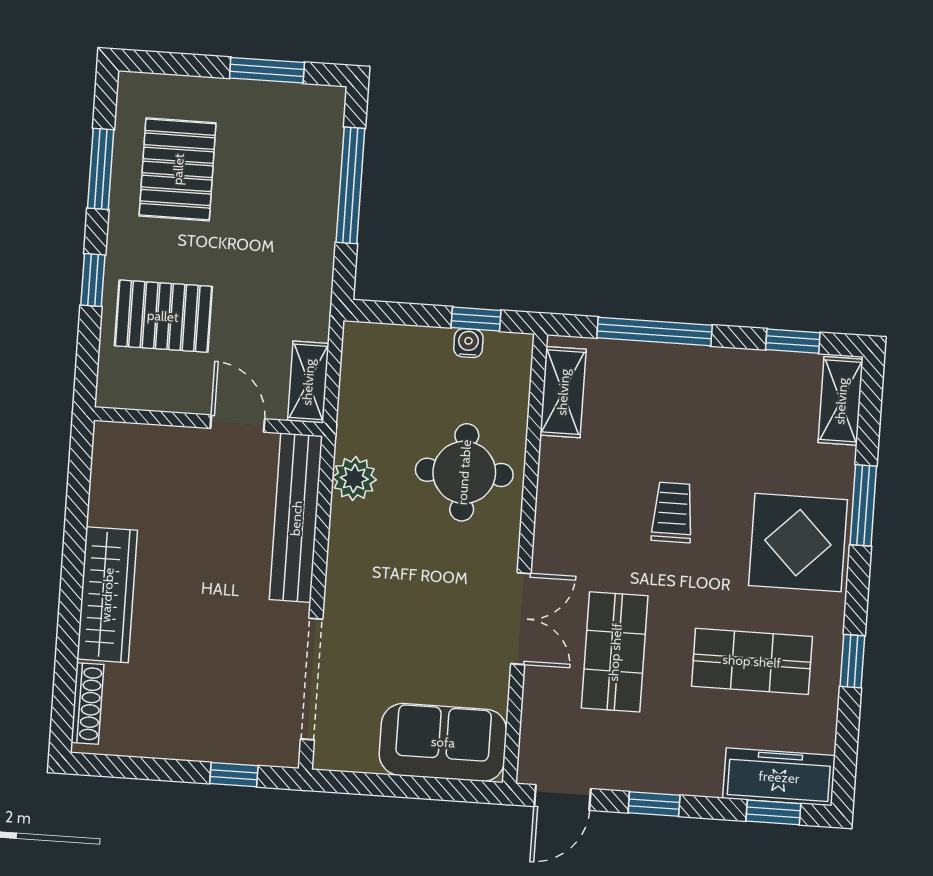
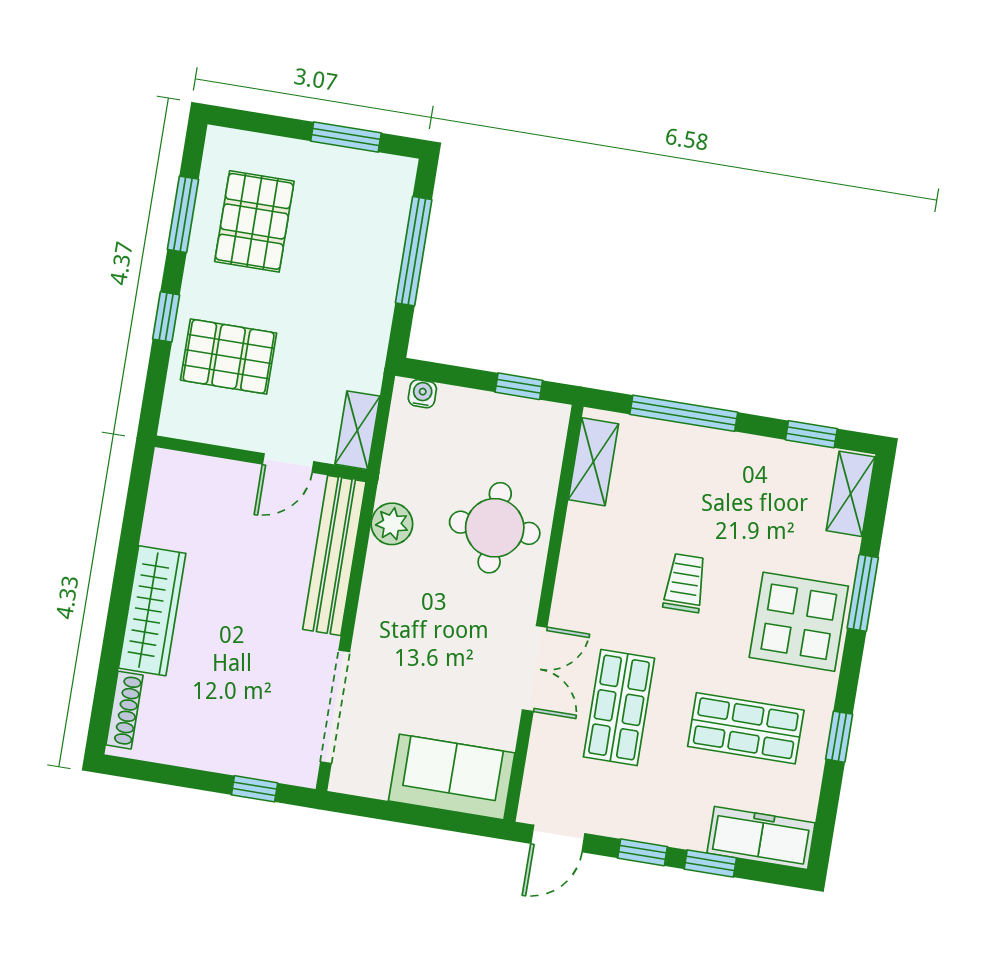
water cooler: (468, 343) -> (422, 394), moved
door: (238, 424) -> (288, 463), swing flipped
window: (773, 812) -> (710, 863), moved

